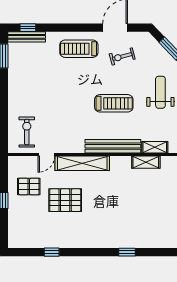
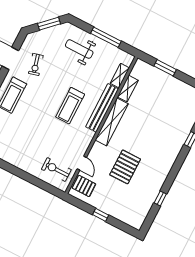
treadmill: (114, 103) -> (70, 106), moved, turned 180
shelving: (82, 163) -> (112, 122), moved
pallet: (29, 186) -> (84, 186), moved, turned 90

